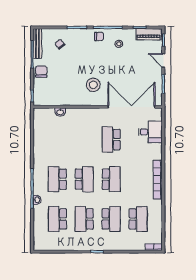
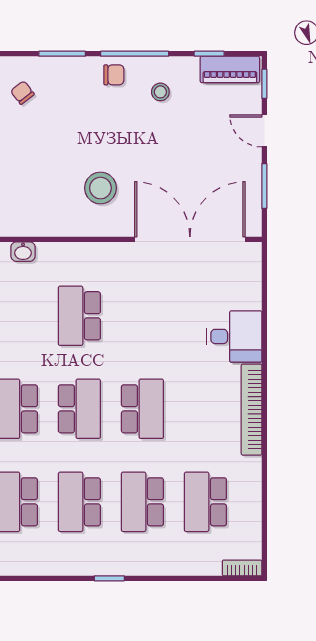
desk: (150, 132) -> (234, 336), moved
school desk: (111, 139) -> (79, 316), moved
school desk: (111, 219) -> (142, 502), turned 180
school desk: (138, 219) -> (205, 502), turned 180

